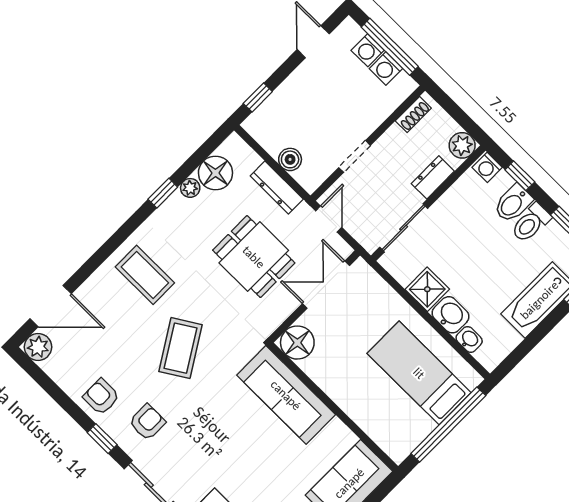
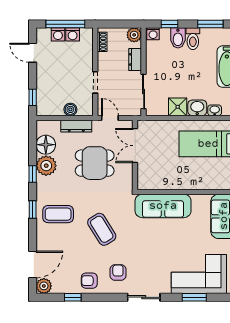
plant: (190, 188) -> (46, 166), width x1.88, depth x1.88
window: (119, 238) -> (33, 210), added
floor lamp: (297, 343) -> (147, 180), removed
window: (102, 439) -> (73, 297), moved

